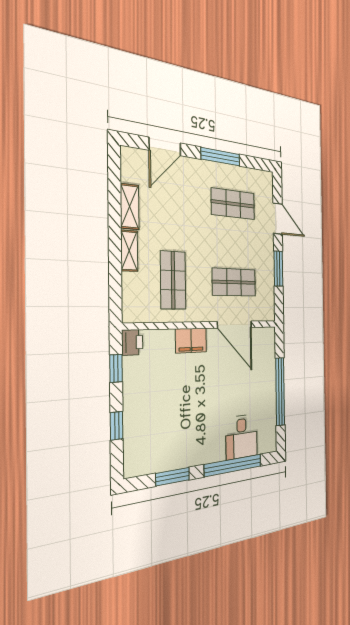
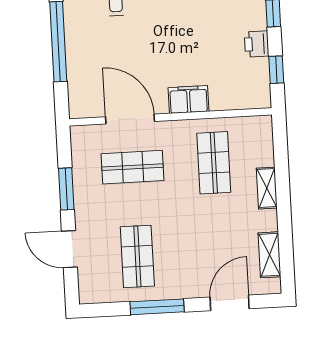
shop shelf: (233, 204) -> (137, 256), turned 90
shelving: (130, 207) -> (270, 255), moved
printer: (132, 342) -> (257, 44), moved

